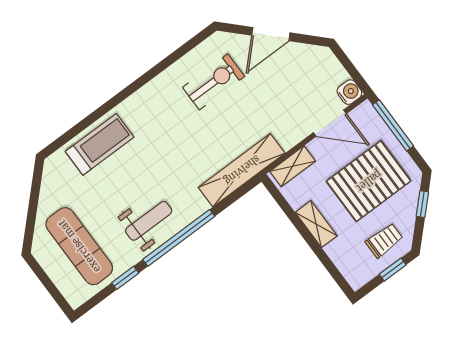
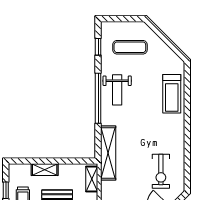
shelving: (316, 224) -> (45, 170), moved
exercise mat: (79, 246) -> (130, 47), width x0.73, depth x0.69
window: (125, 278) -> (98, 47), moved

